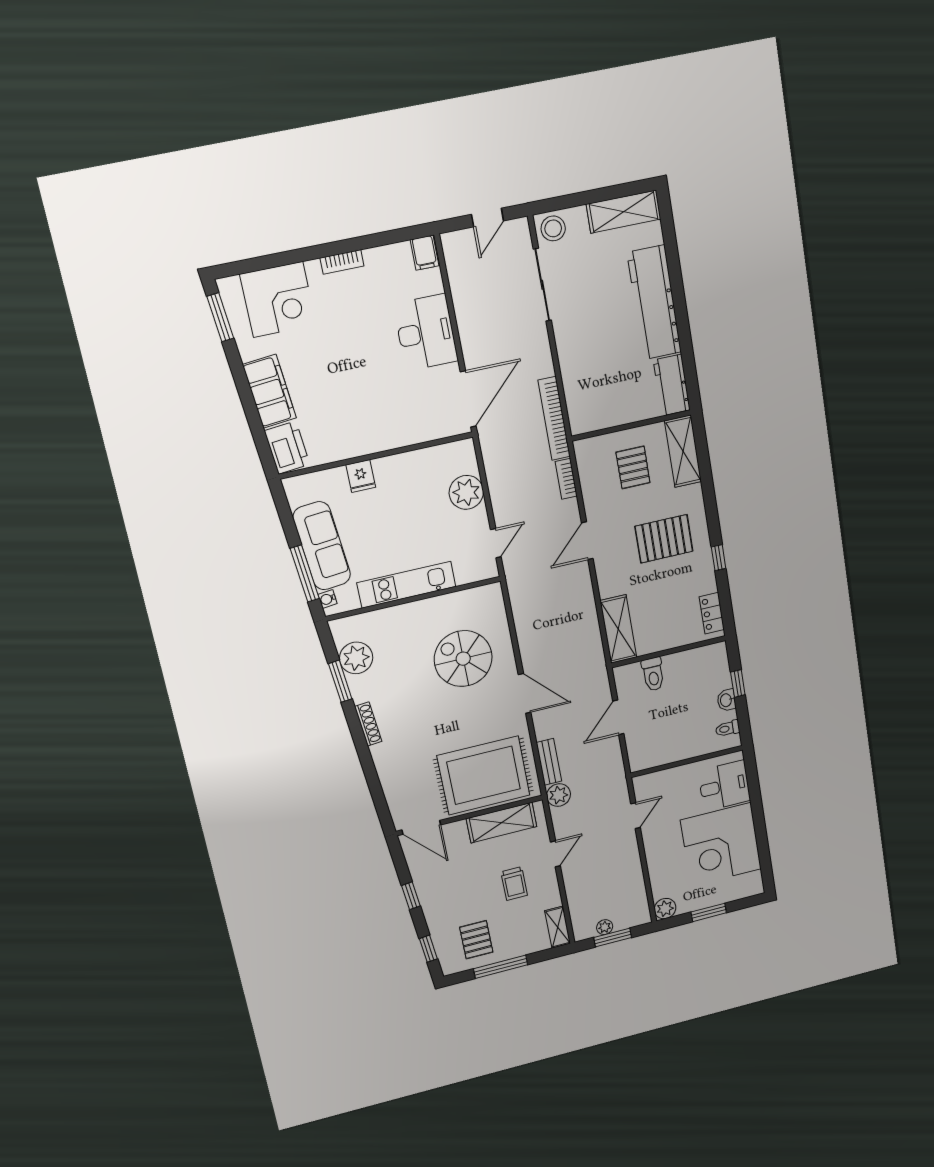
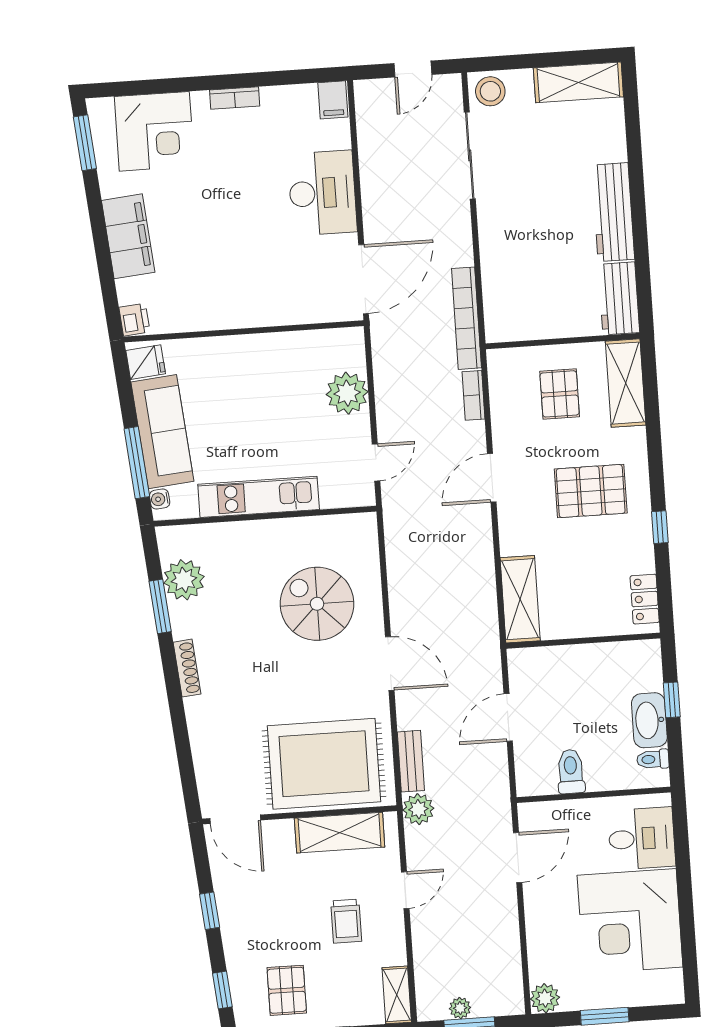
workbench: (654, 303) -> (613, 212), width x0.73, depth x0.76
printer: (287, 448) -> (134, 320), width x0.53, depth x0.68
fridge: (361, 476) -> (146, 362), moved, turned -95
toilet: (653, 674) -> (571, 771), moved, turned 180
washbasin: (726, 700) -> (649, 720), width x1.91, depth x1.45
door: (636, 816) -> (518, 858), width x1.38

